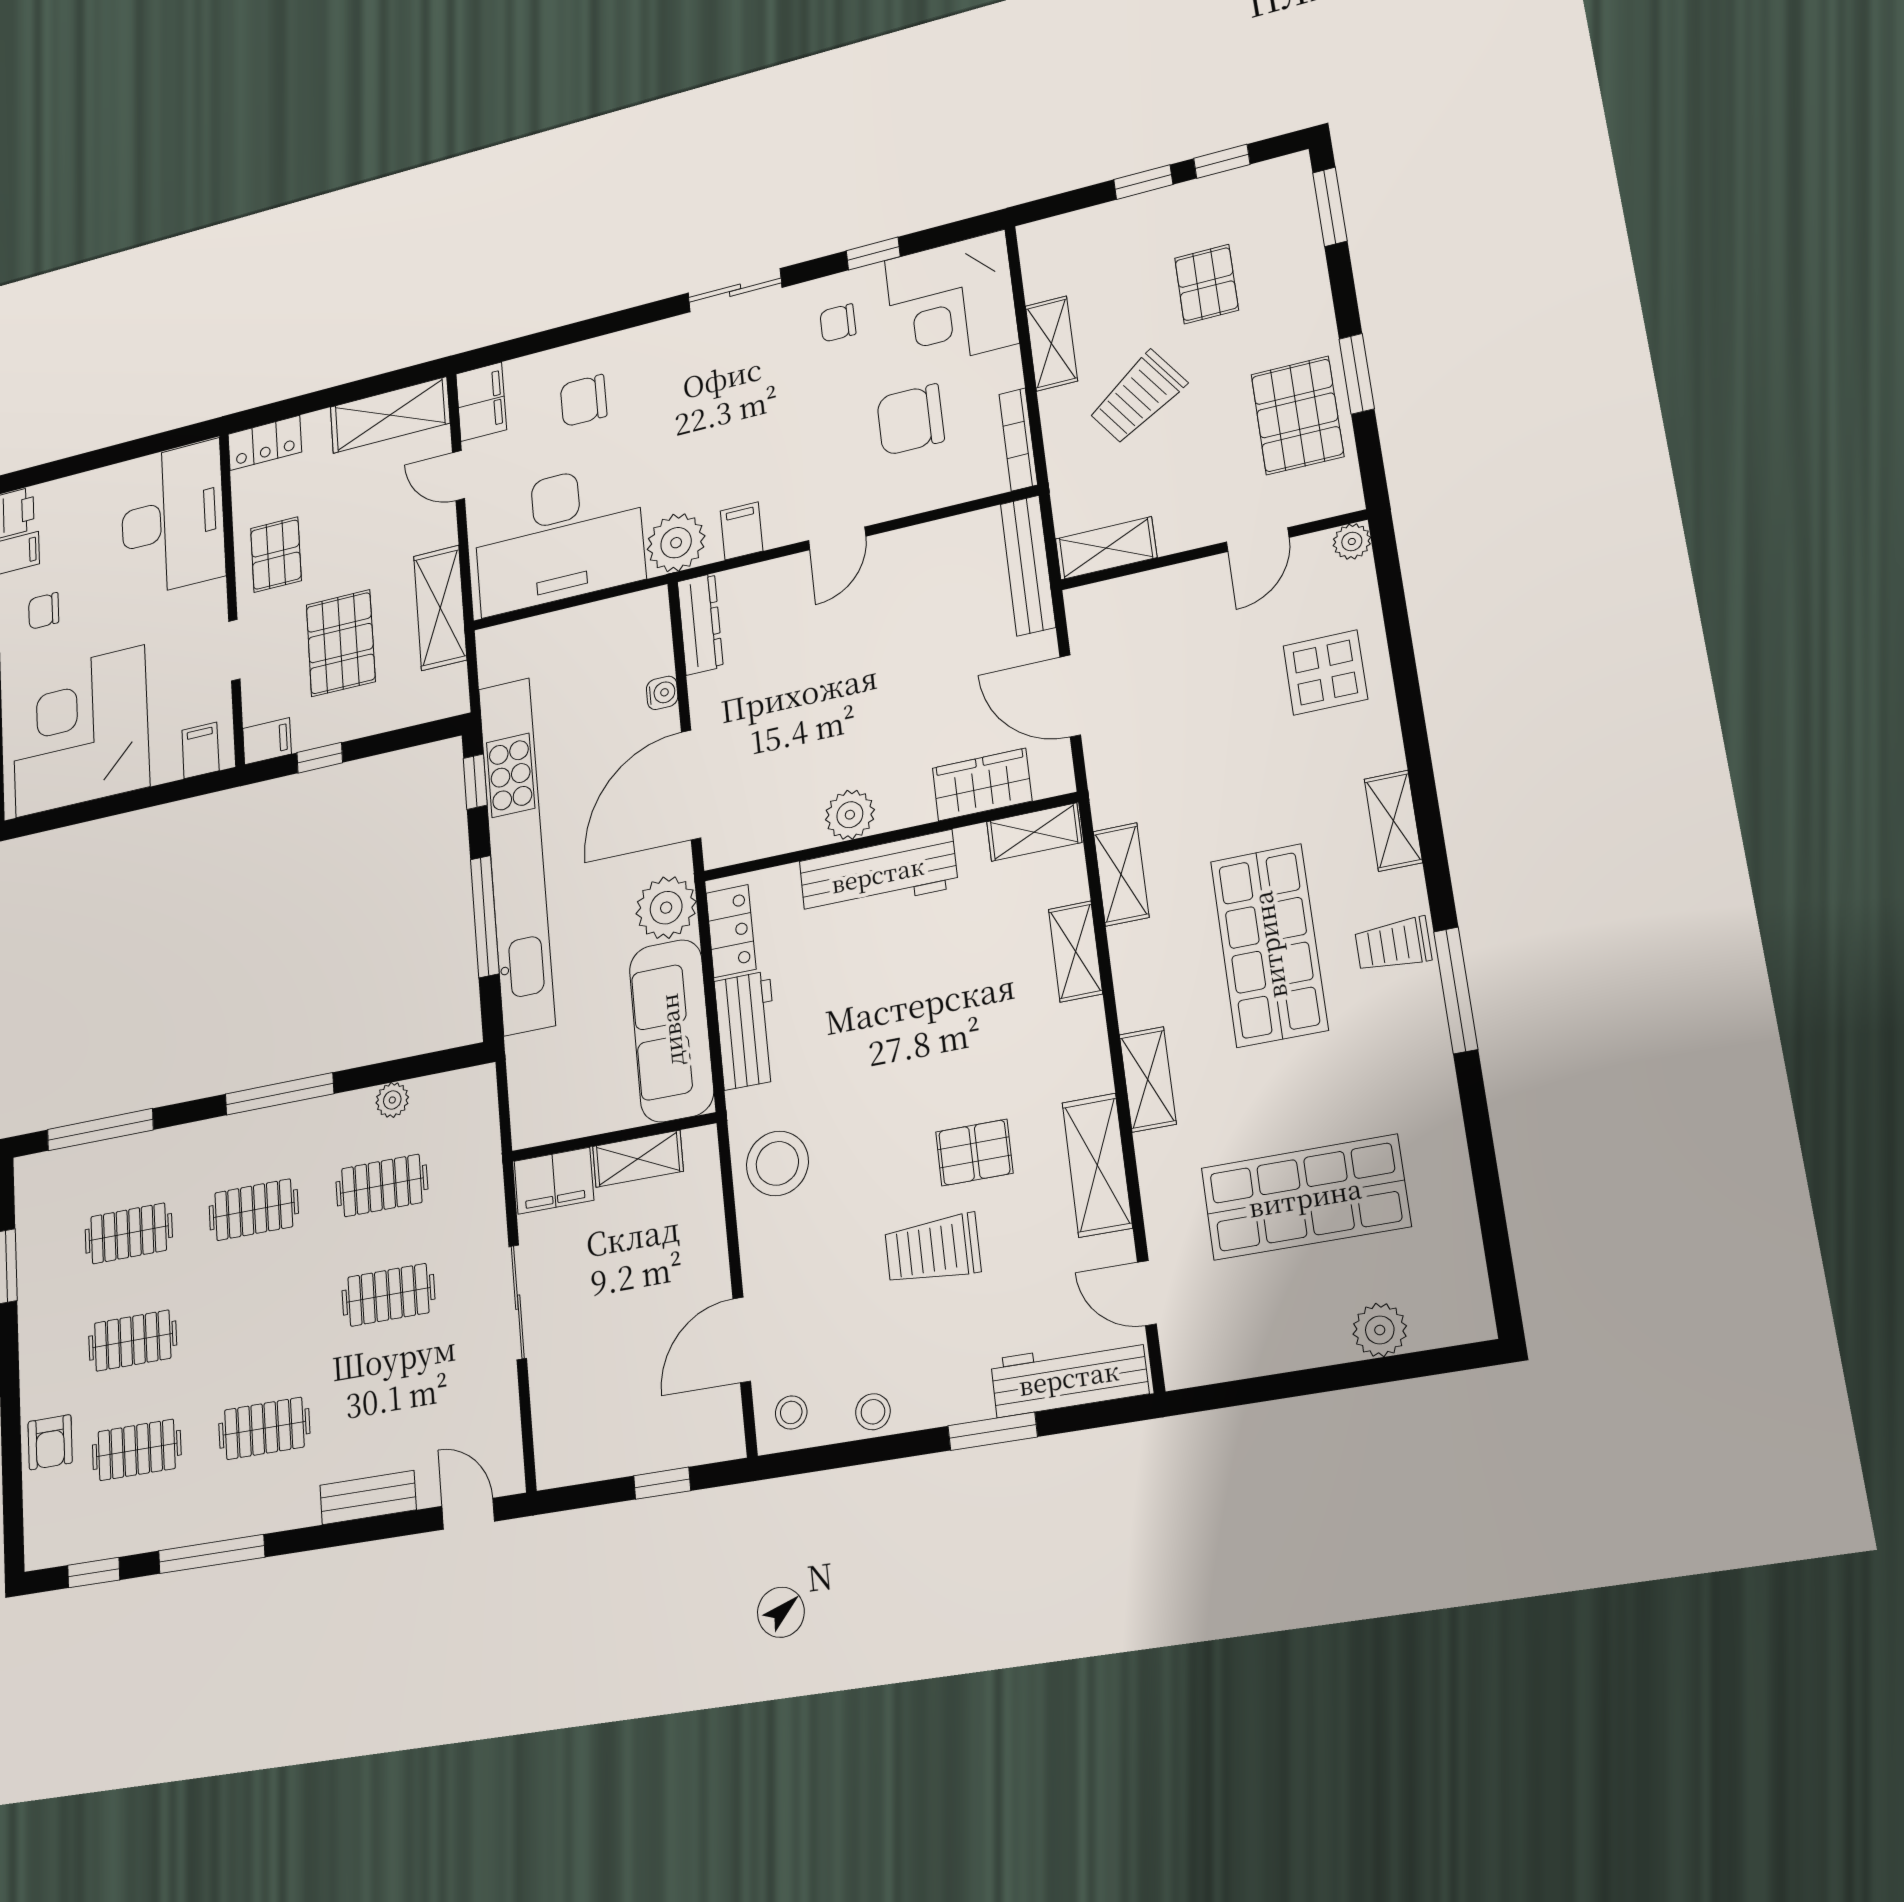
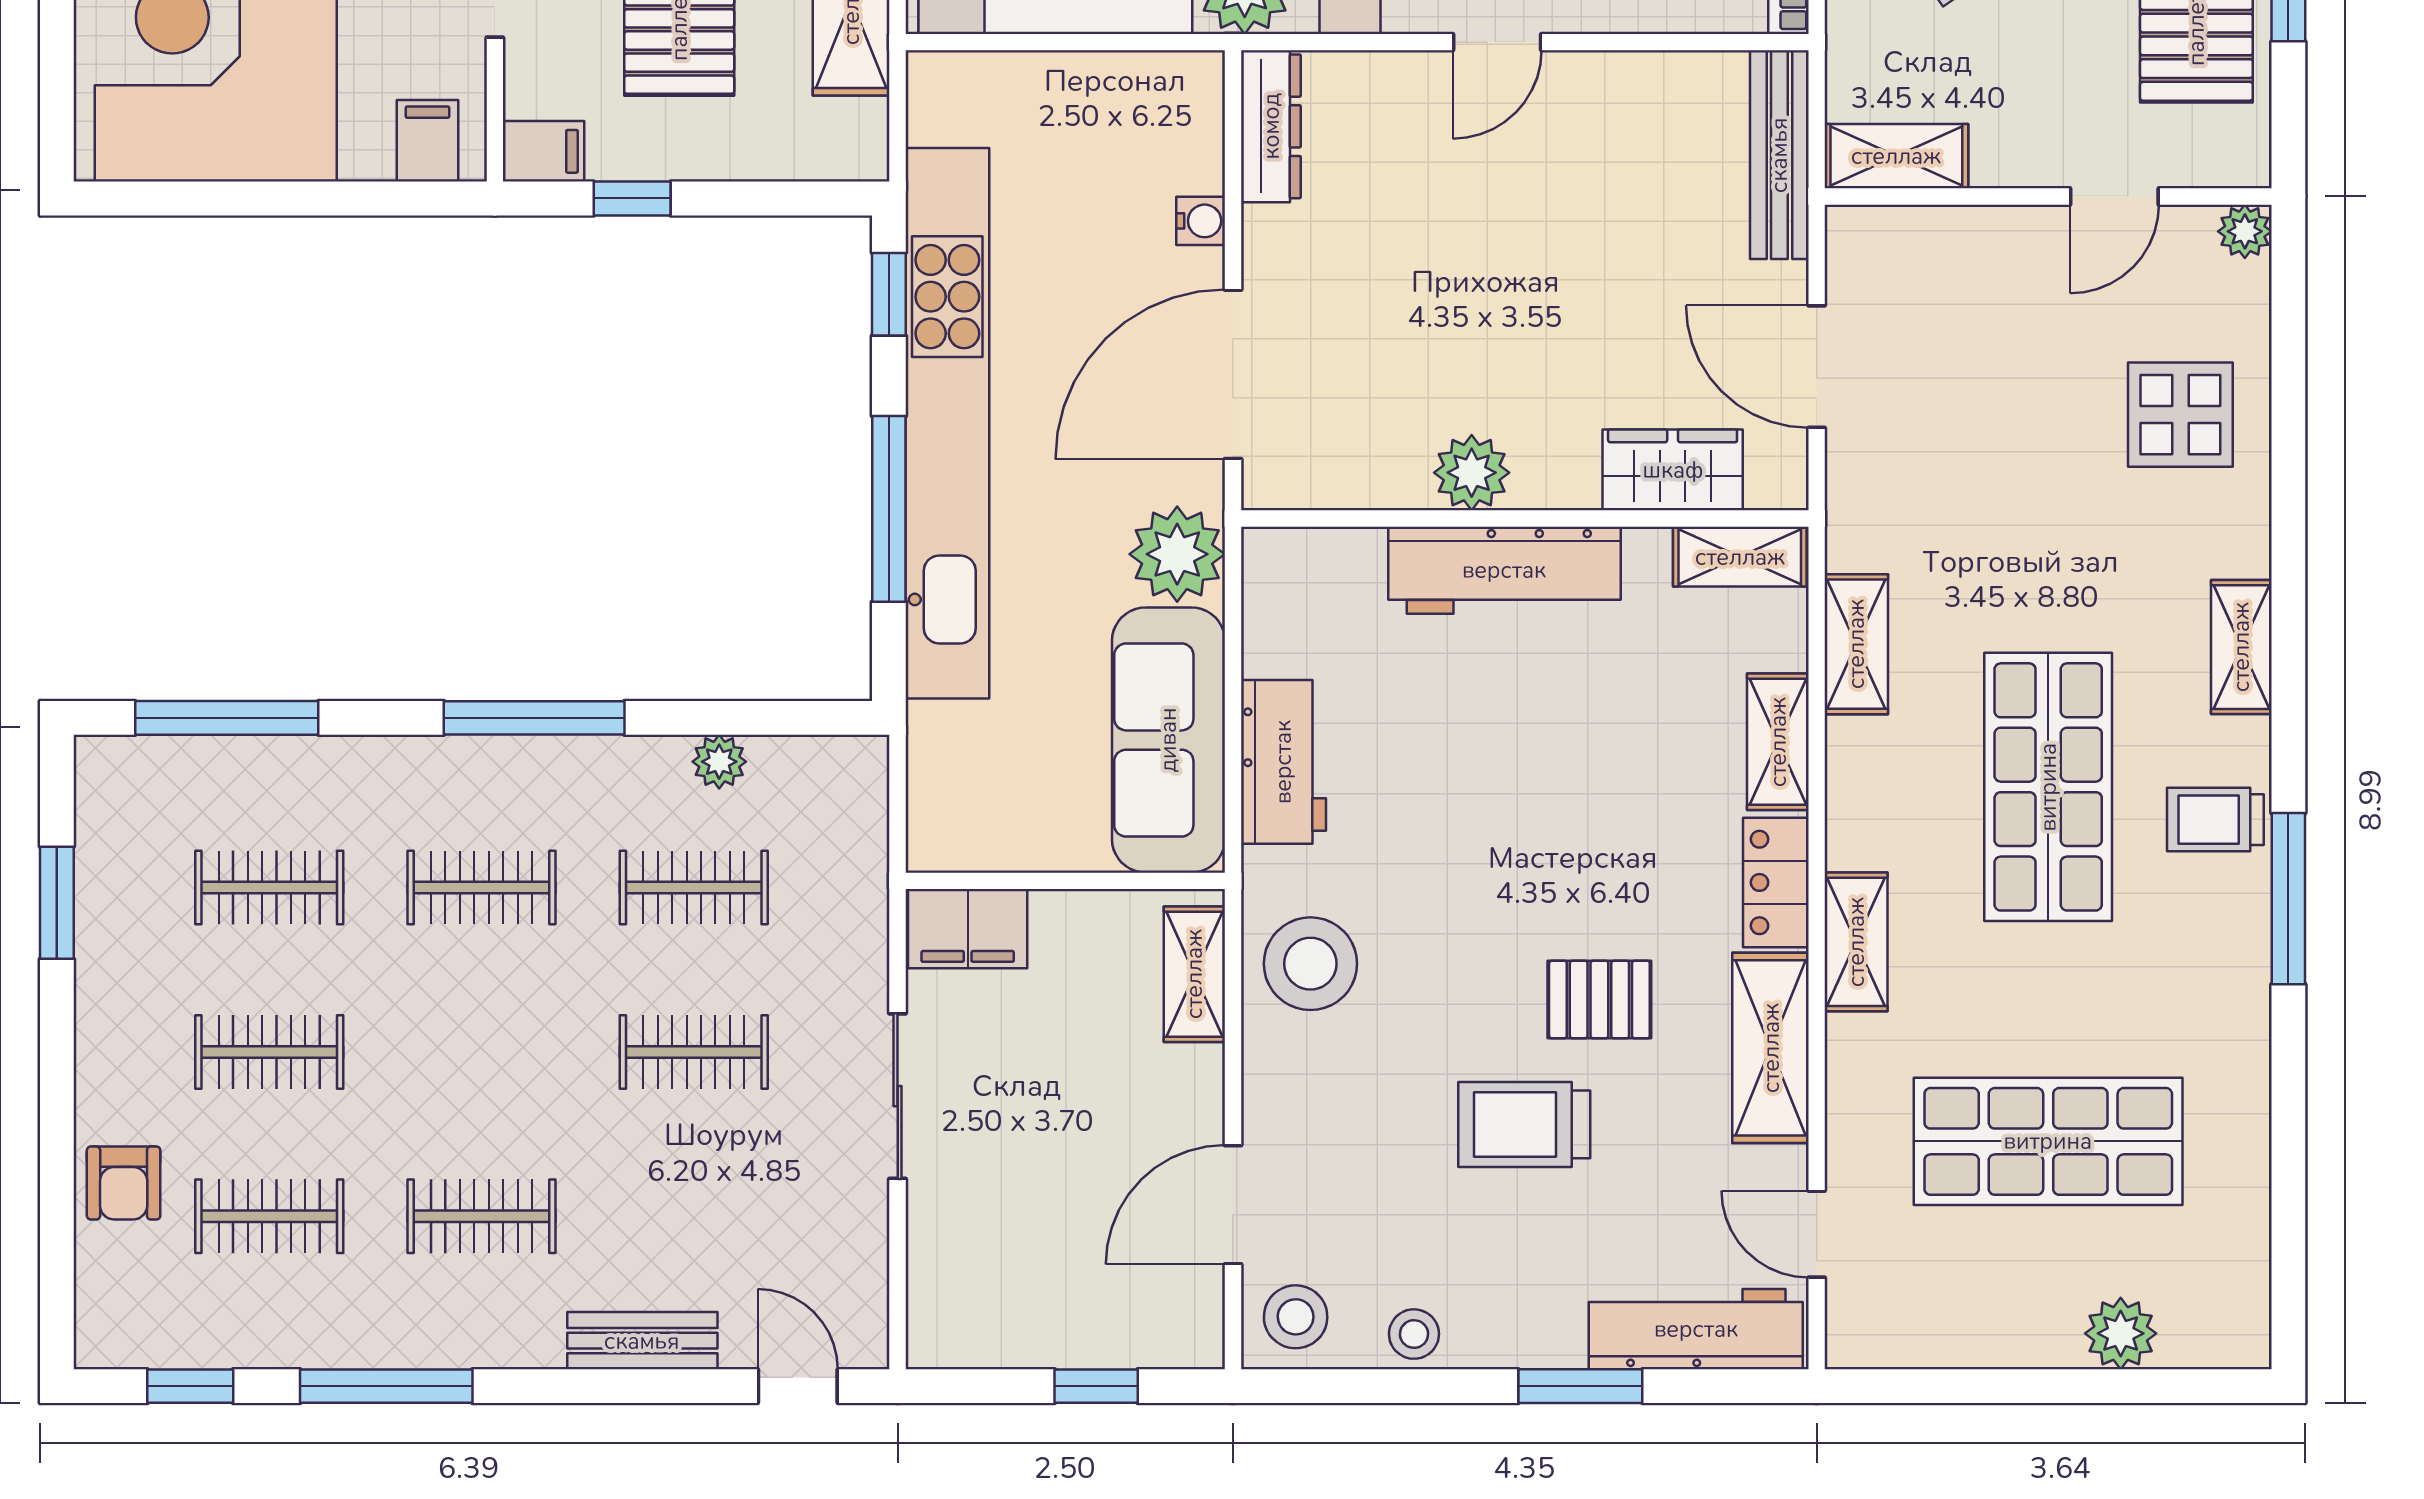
locker: (731, 931) -> (1776, 882), moved, turned 180
shelving: (638, 1159) -> (1194, 974), moved, turned 90
stool: (791, 1412) -> (1296, 1317), width x1.37, depth x1.37

